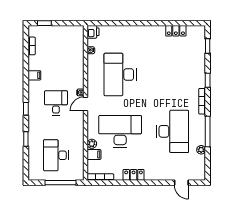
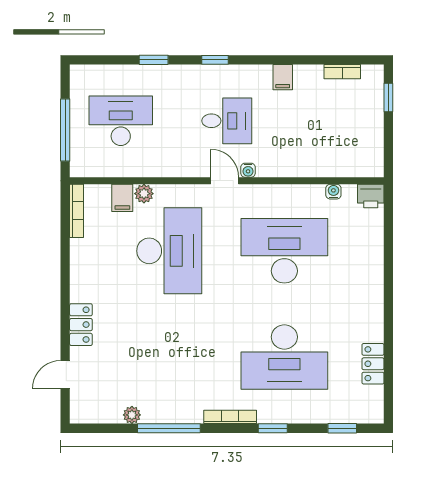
desk: (173, 131) -> (284, 357), moved
locker: (134, 175) -> (81, 325), moved

